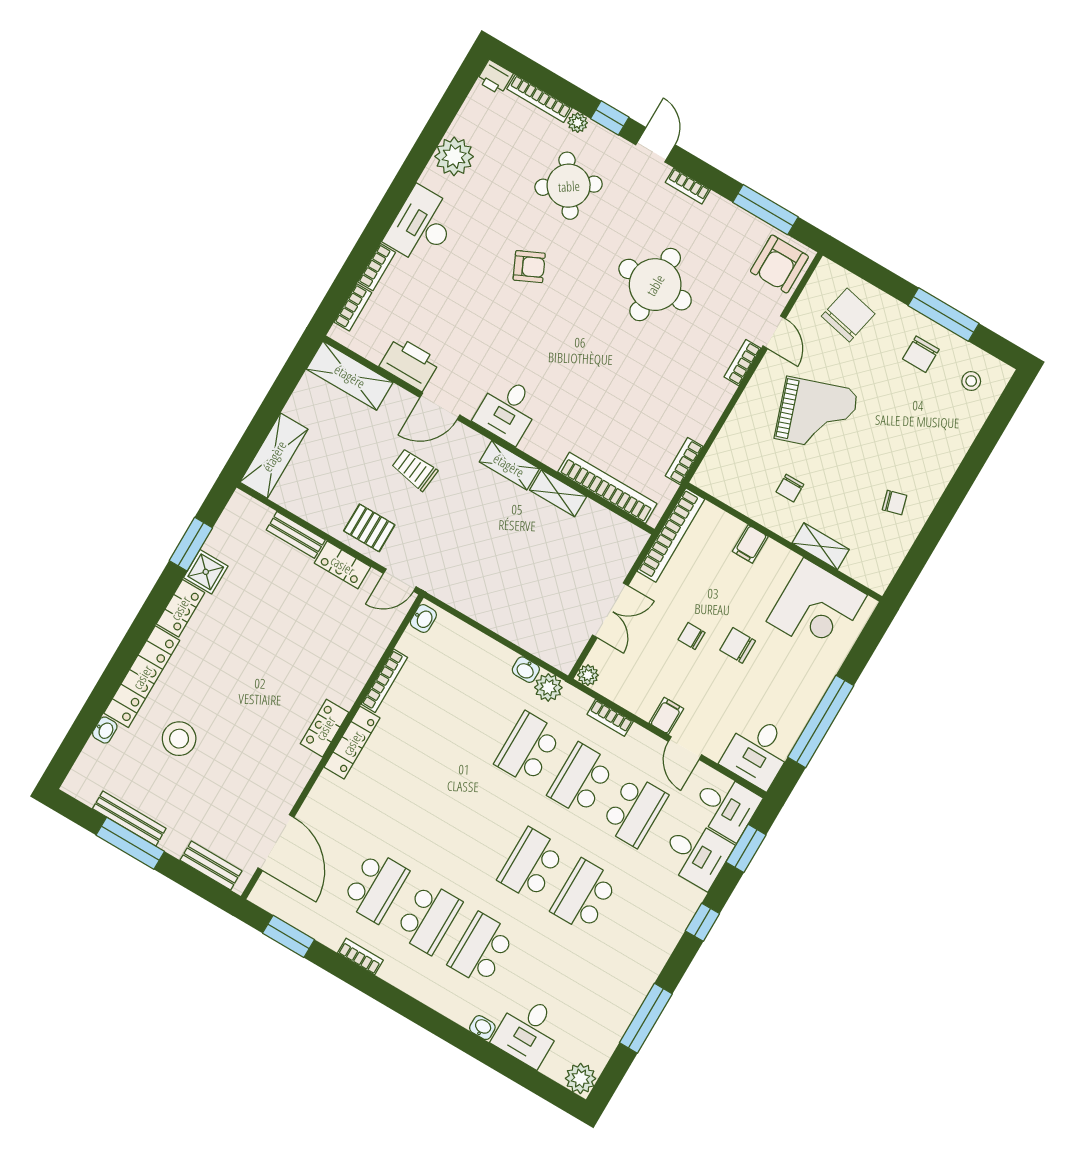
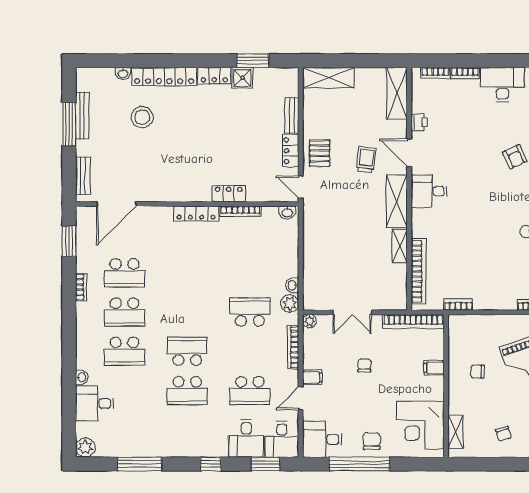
printer: (410, 364) -> (419, 122), width x0.53, depth x0.68
shelving: (509, 465) -> (397, 201), width x1.50, depth x1.33
shelving: (821, 546) -> (456, 432), moved
chair: (738, 645) -> (372, 441), moved
bookcase: (610, 718) -> (293, 347), width x1.56
locker: (325, 728) -> (229, 194), moved
school desk: (581, 780) -> (250, 351), removed
school desk: (584, 896) -> (187, 390), turned 180
school desk: (481, 949) -> (124, 351), turned 180

